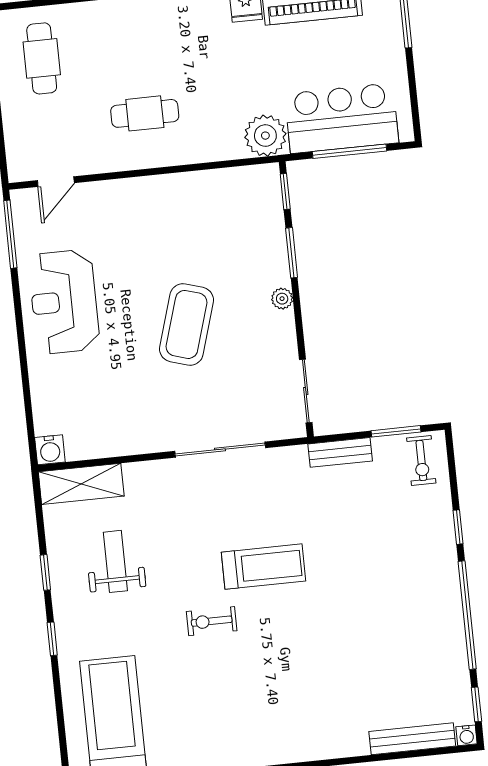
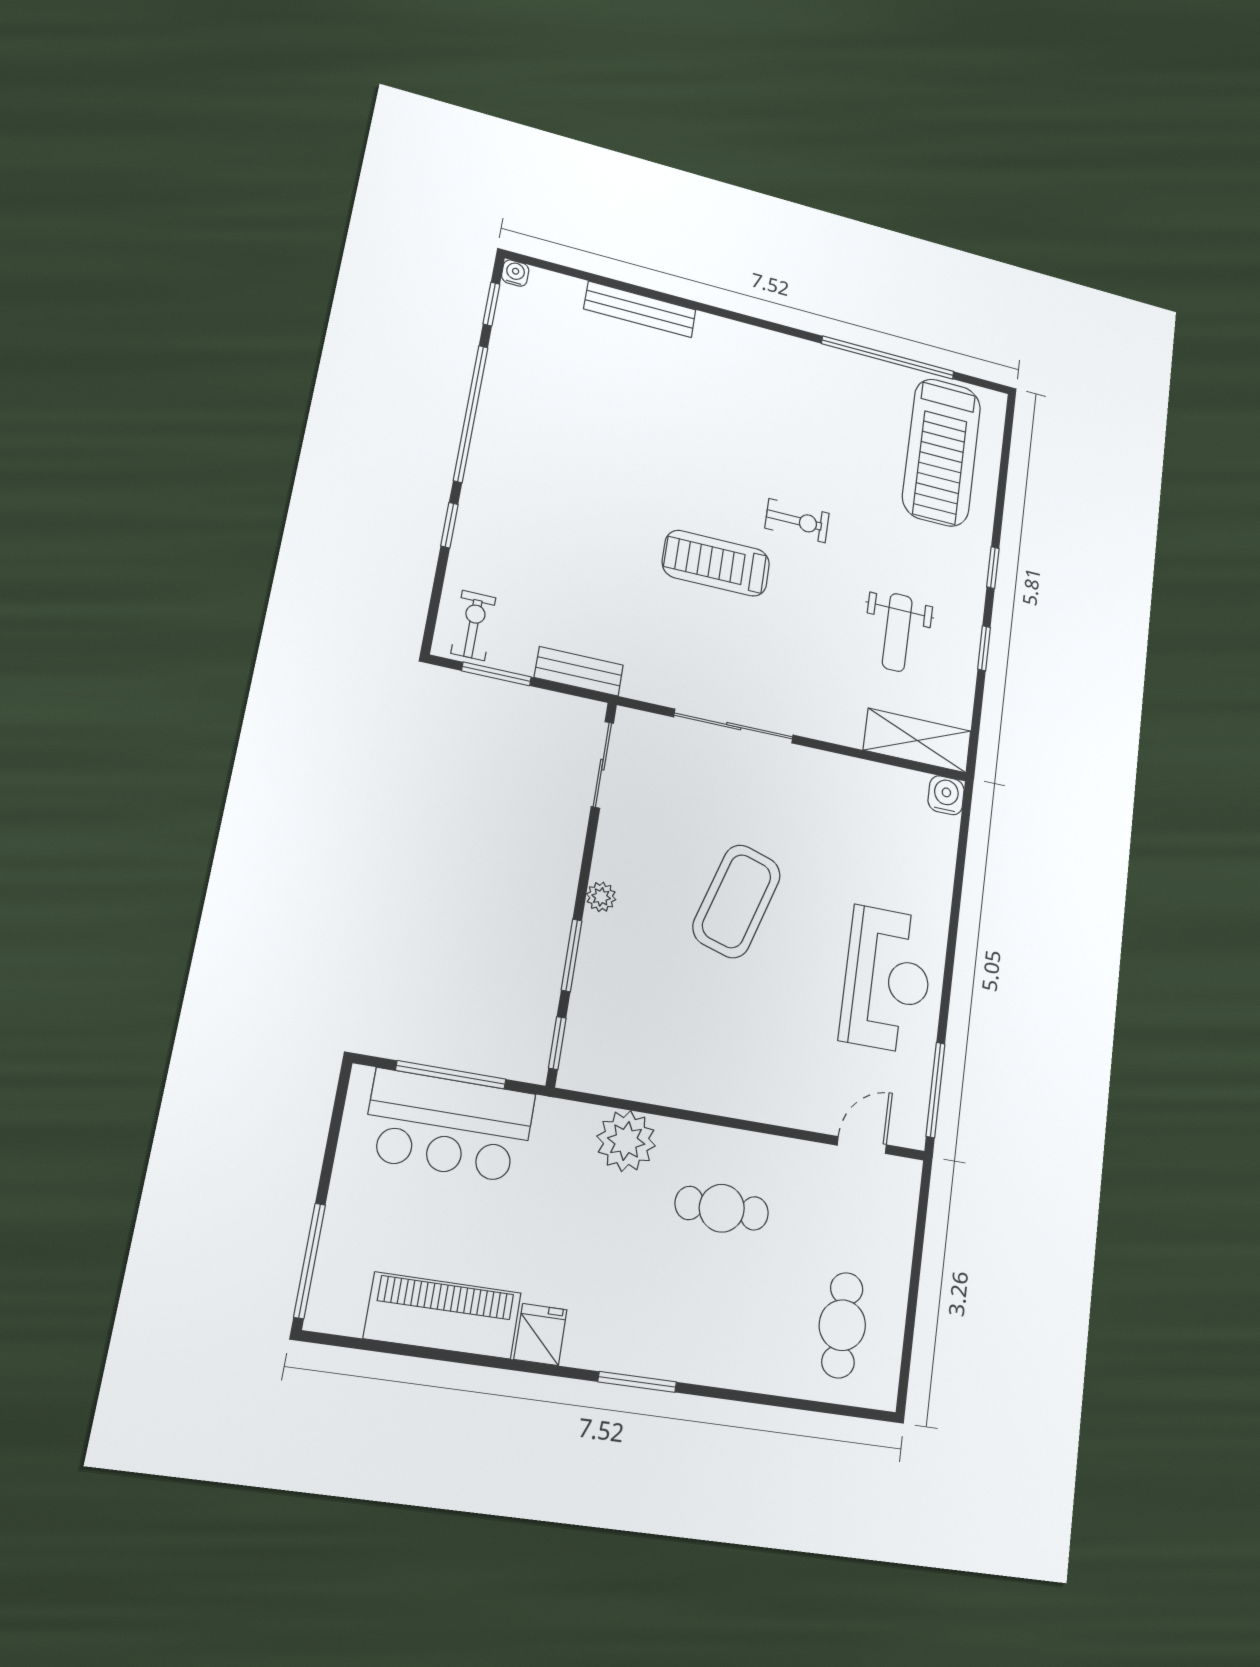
plant: (265, 136) -> (626, 1141), moved
bench: (412, 739) -> (640, 309), moved

